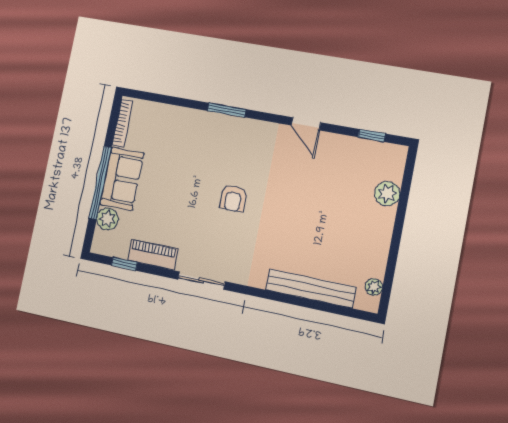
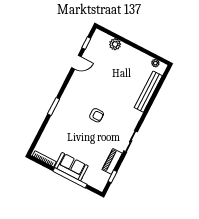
door: (306, 124) -> (76, 62), moved
plant: (107, 219) -> (89, 179), removed

